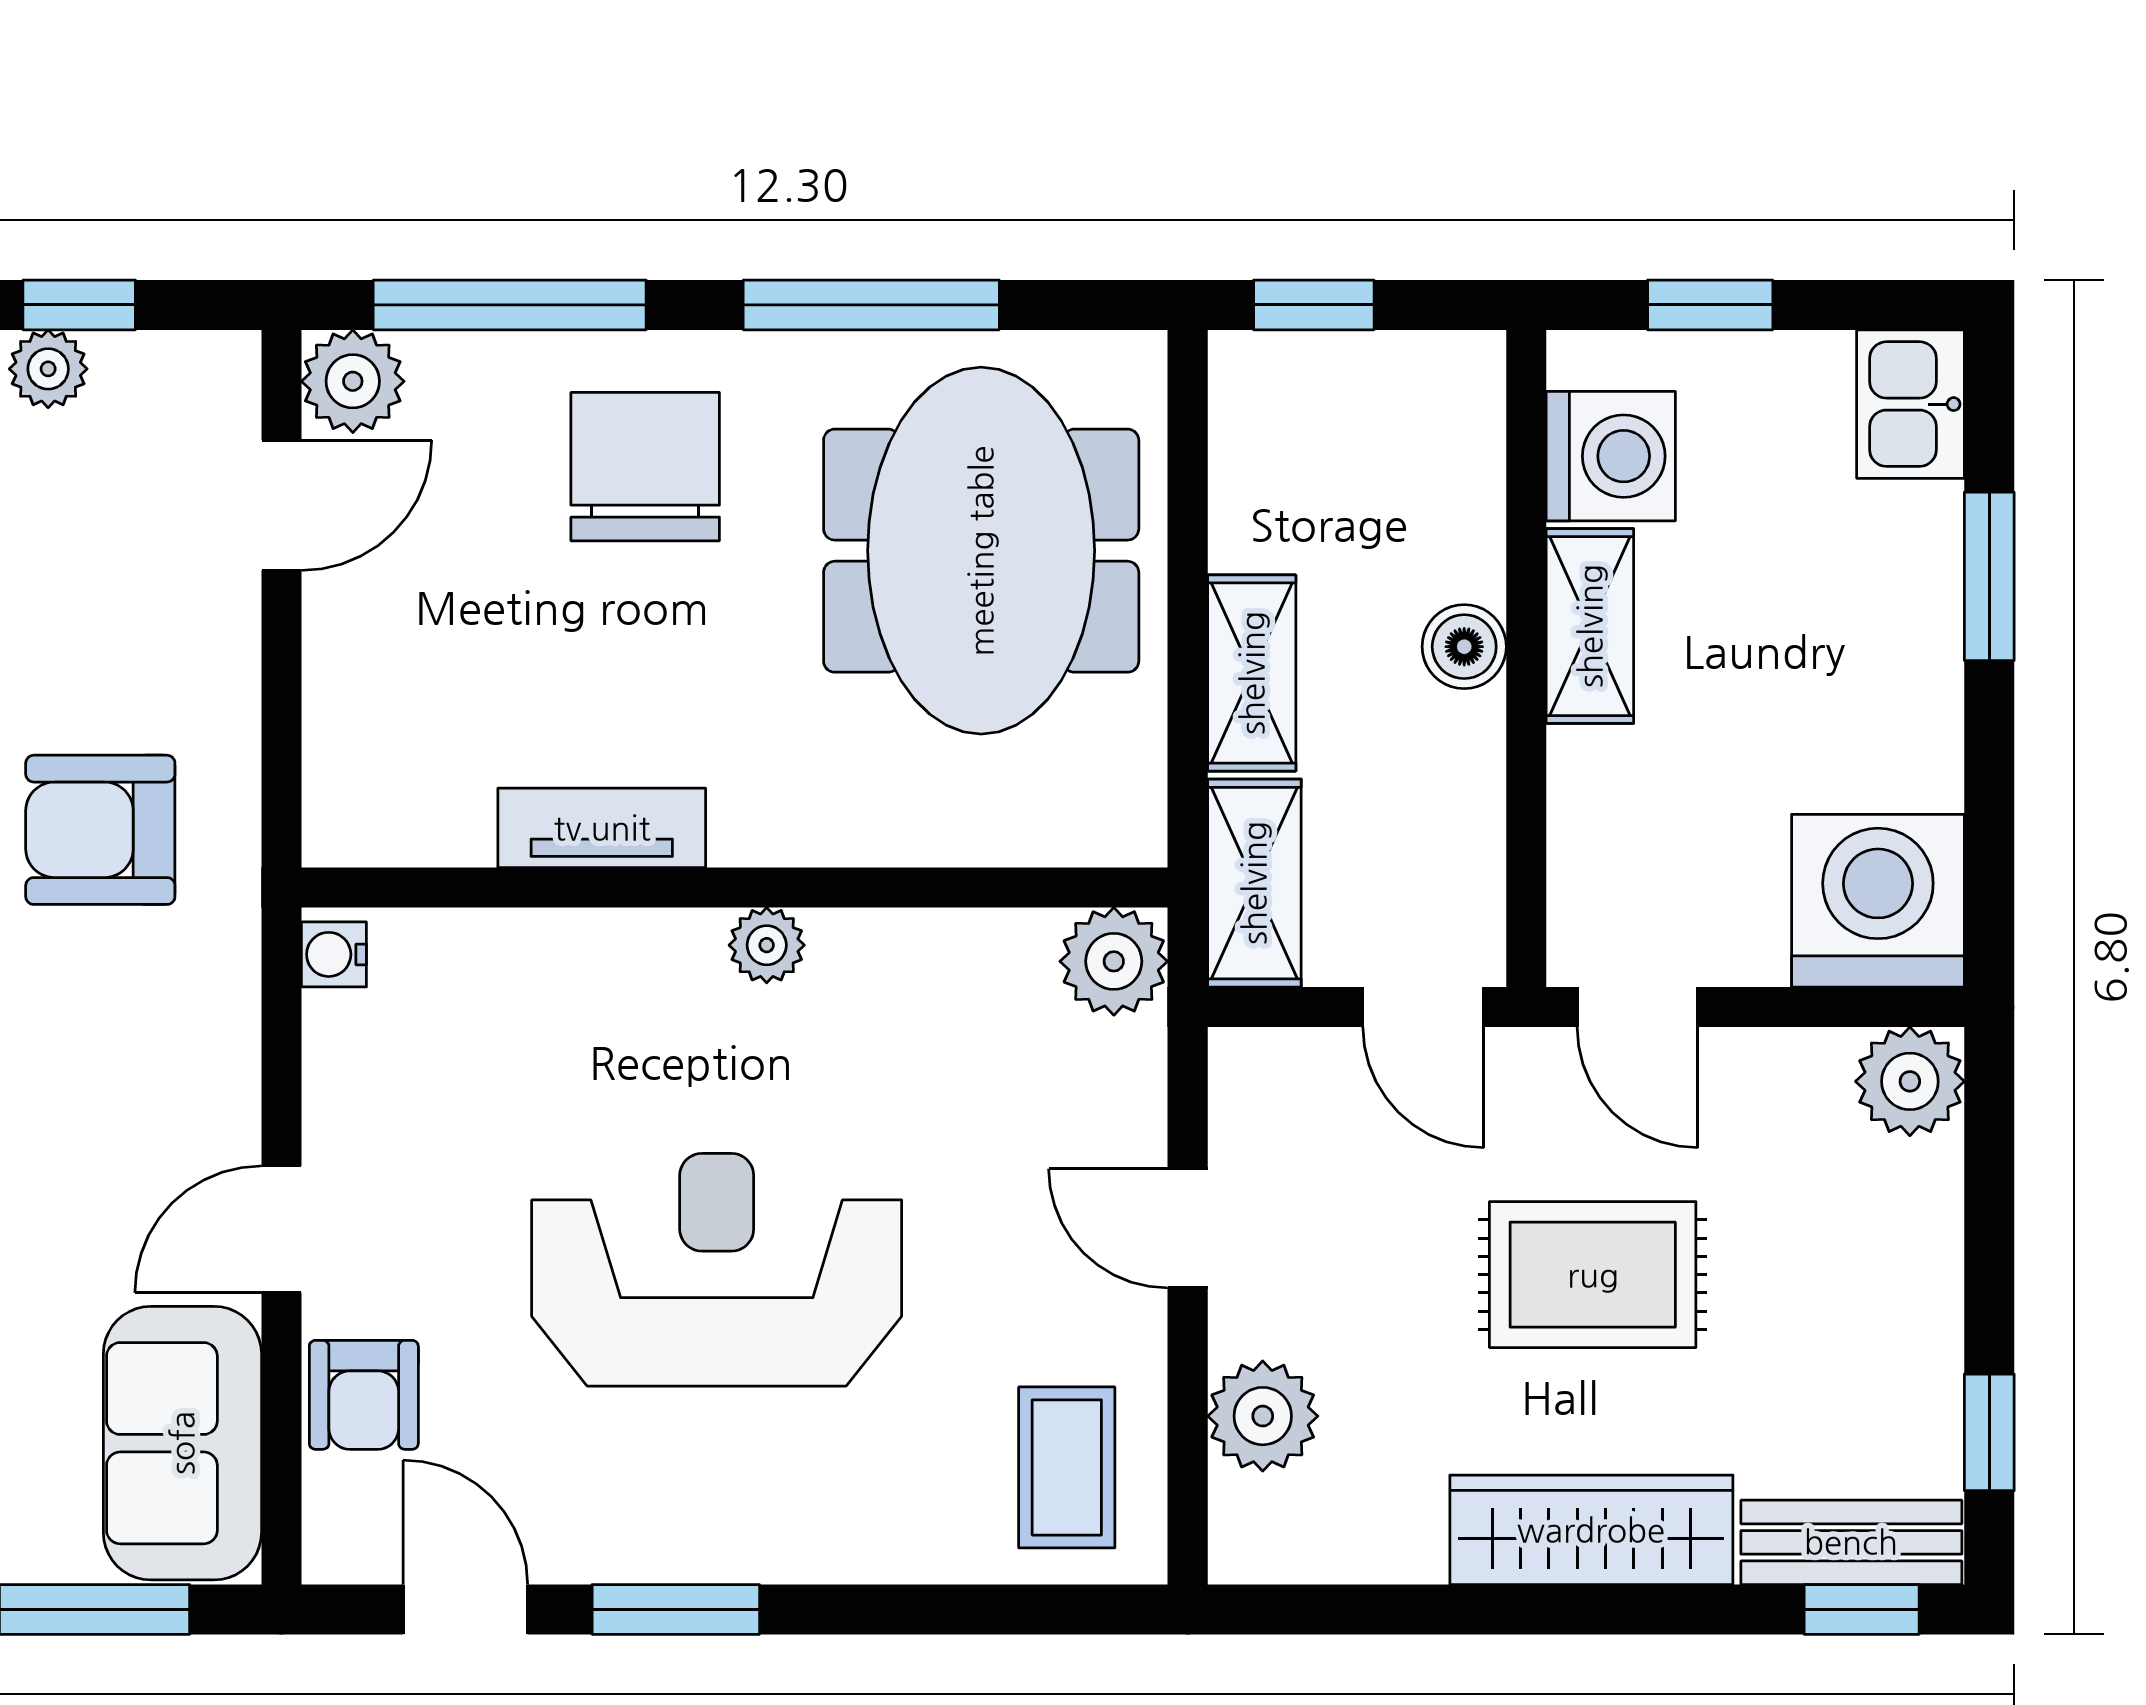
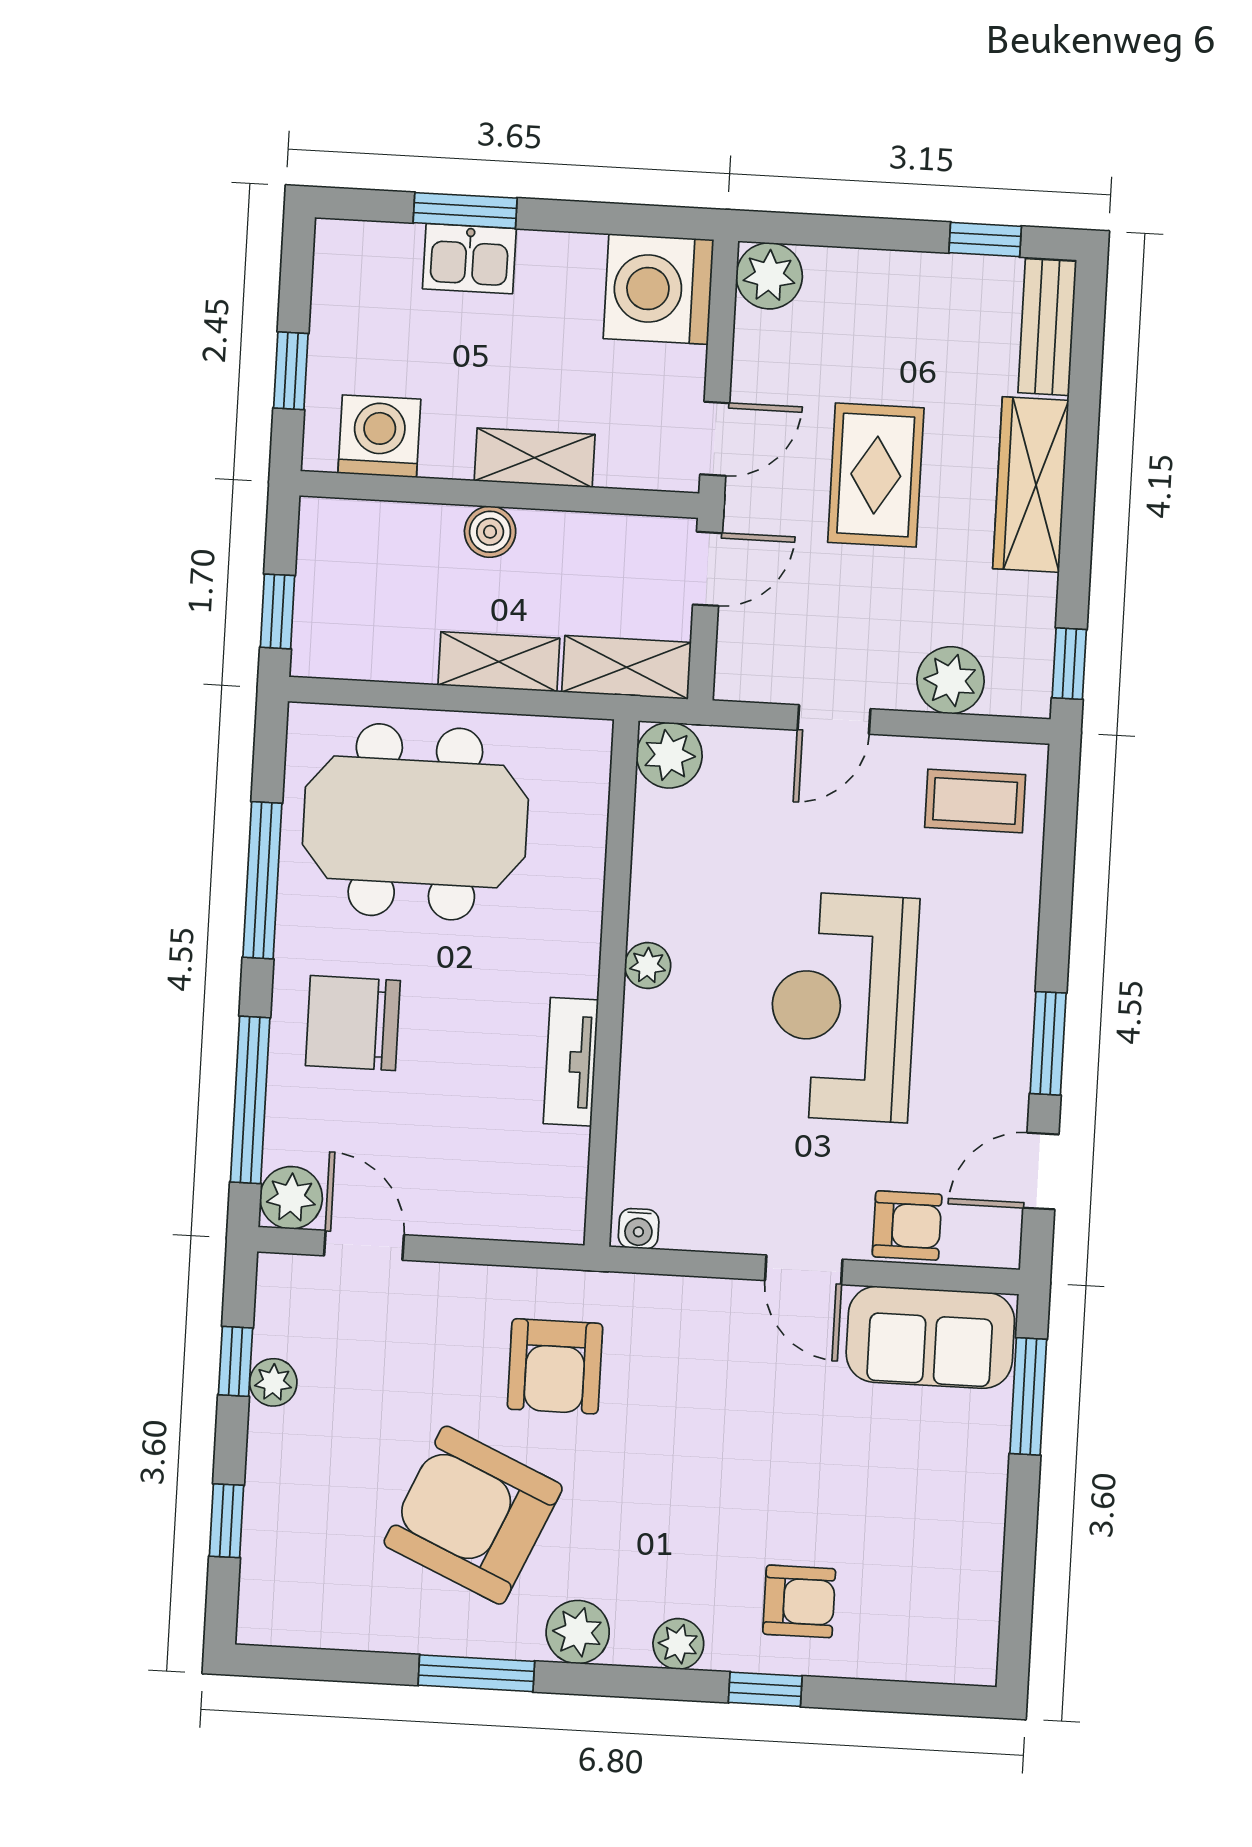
kitchen sink: (1911, 404) -> (469, 259), moved
shelving: (1590, 626) -> (535, 458), moved
window: (1862, 1609) -> (1069, 664), moved

